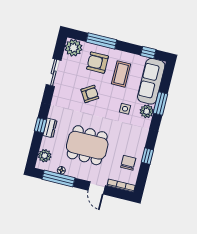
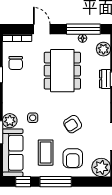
window: (101, 41) -> (56, 182), moved
armchair: (98, 63) -> (73, 158), turned 90
dining table: (87, 145) -> (62, 71), turned 90

